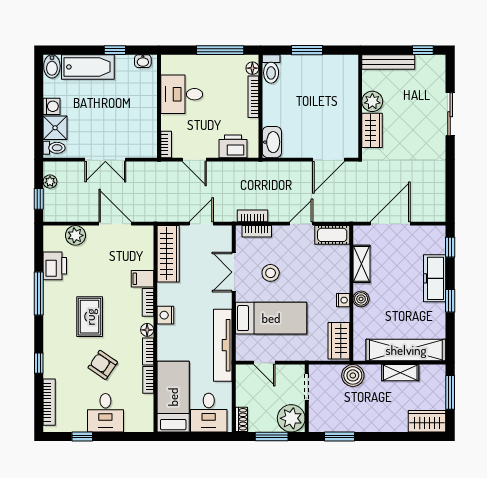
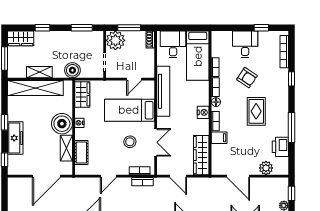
door: (201, 224) -> (178, 176), hinge flipped
cot: (332, 235) -> (81, 152), moved, turned 90
boiler: (361, 299) -> (62, 124), width x1.86, depth x1.86
door: (264, 363) -> (134, 79), swing flipped
window: (396, 437) -> (42, 28), added

